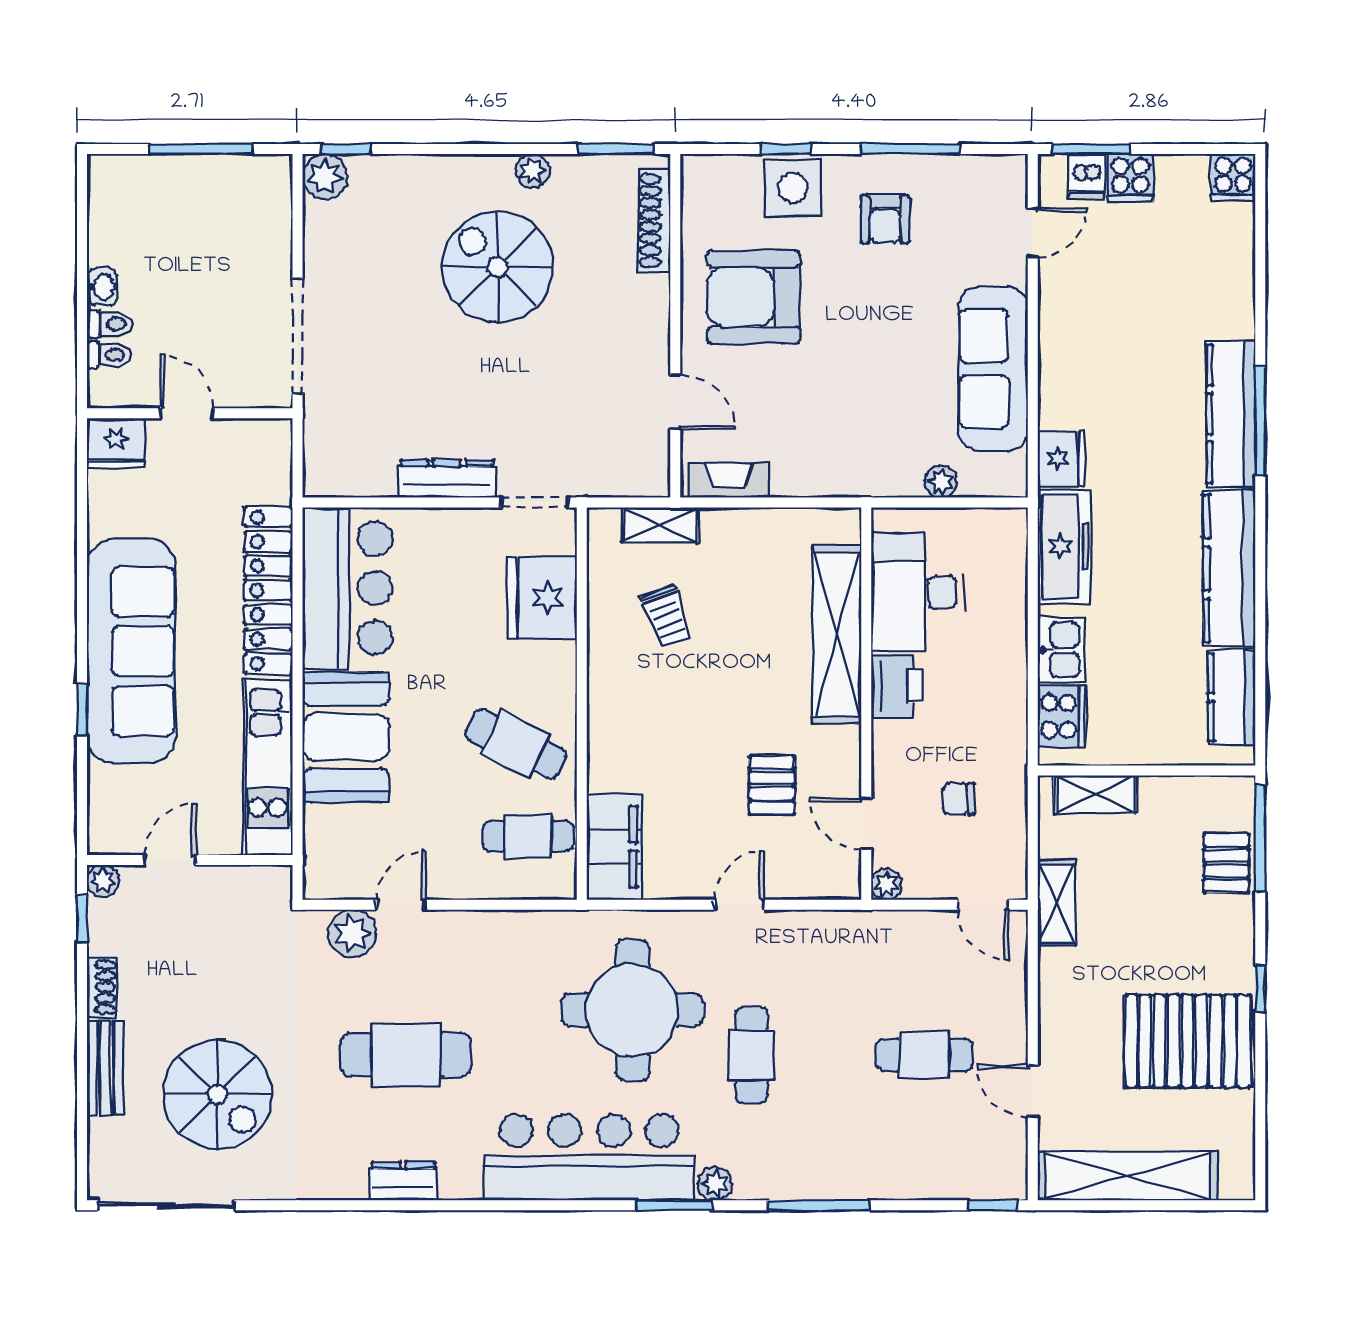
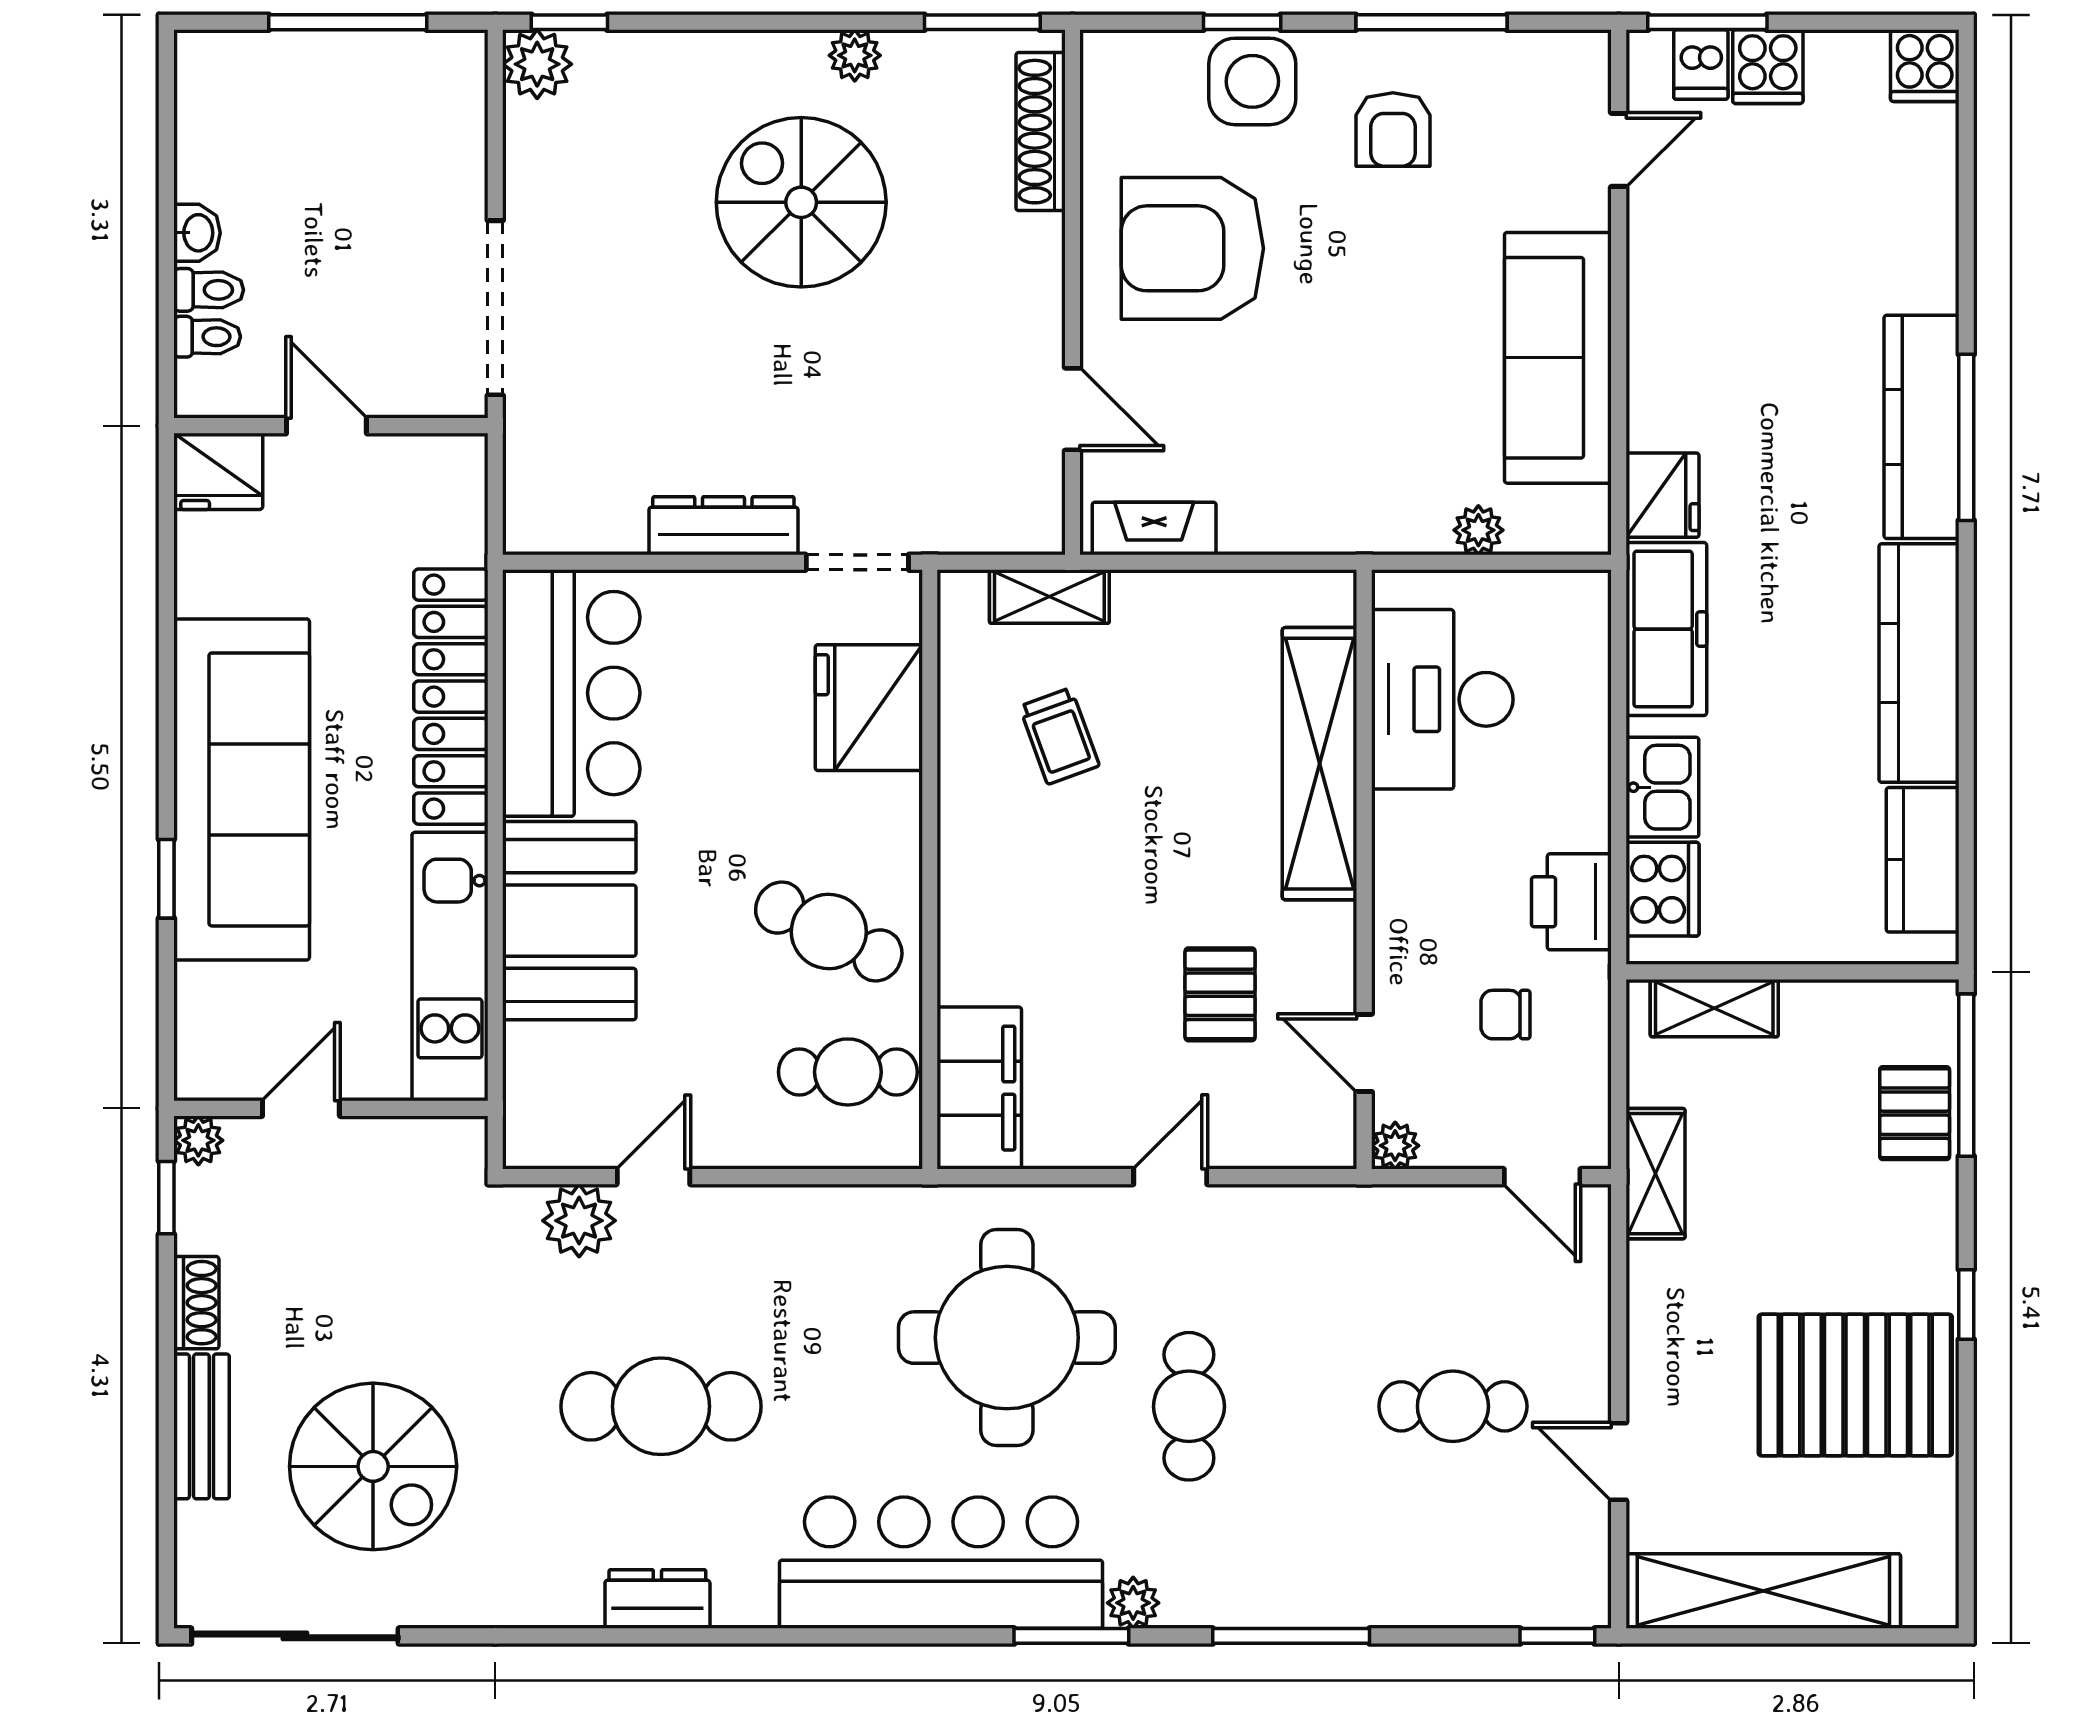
printer: (897, 686) -> (1571, 902), moved, turned 180

